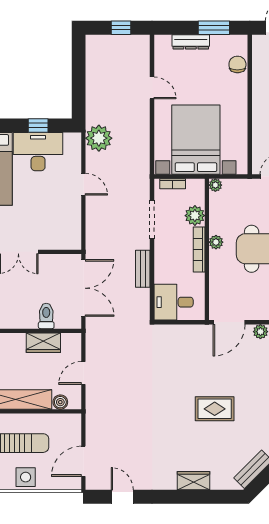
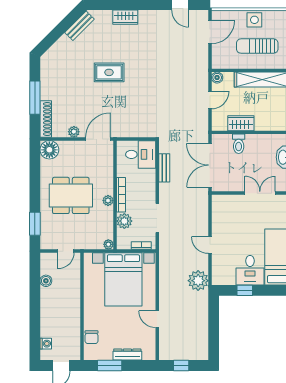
desk: (38, 152) -> (250, 270), width x0.73
bench: (143, 269) -> (164, 168), moved
boiler: (60, 402) -> (217, 78), moved

